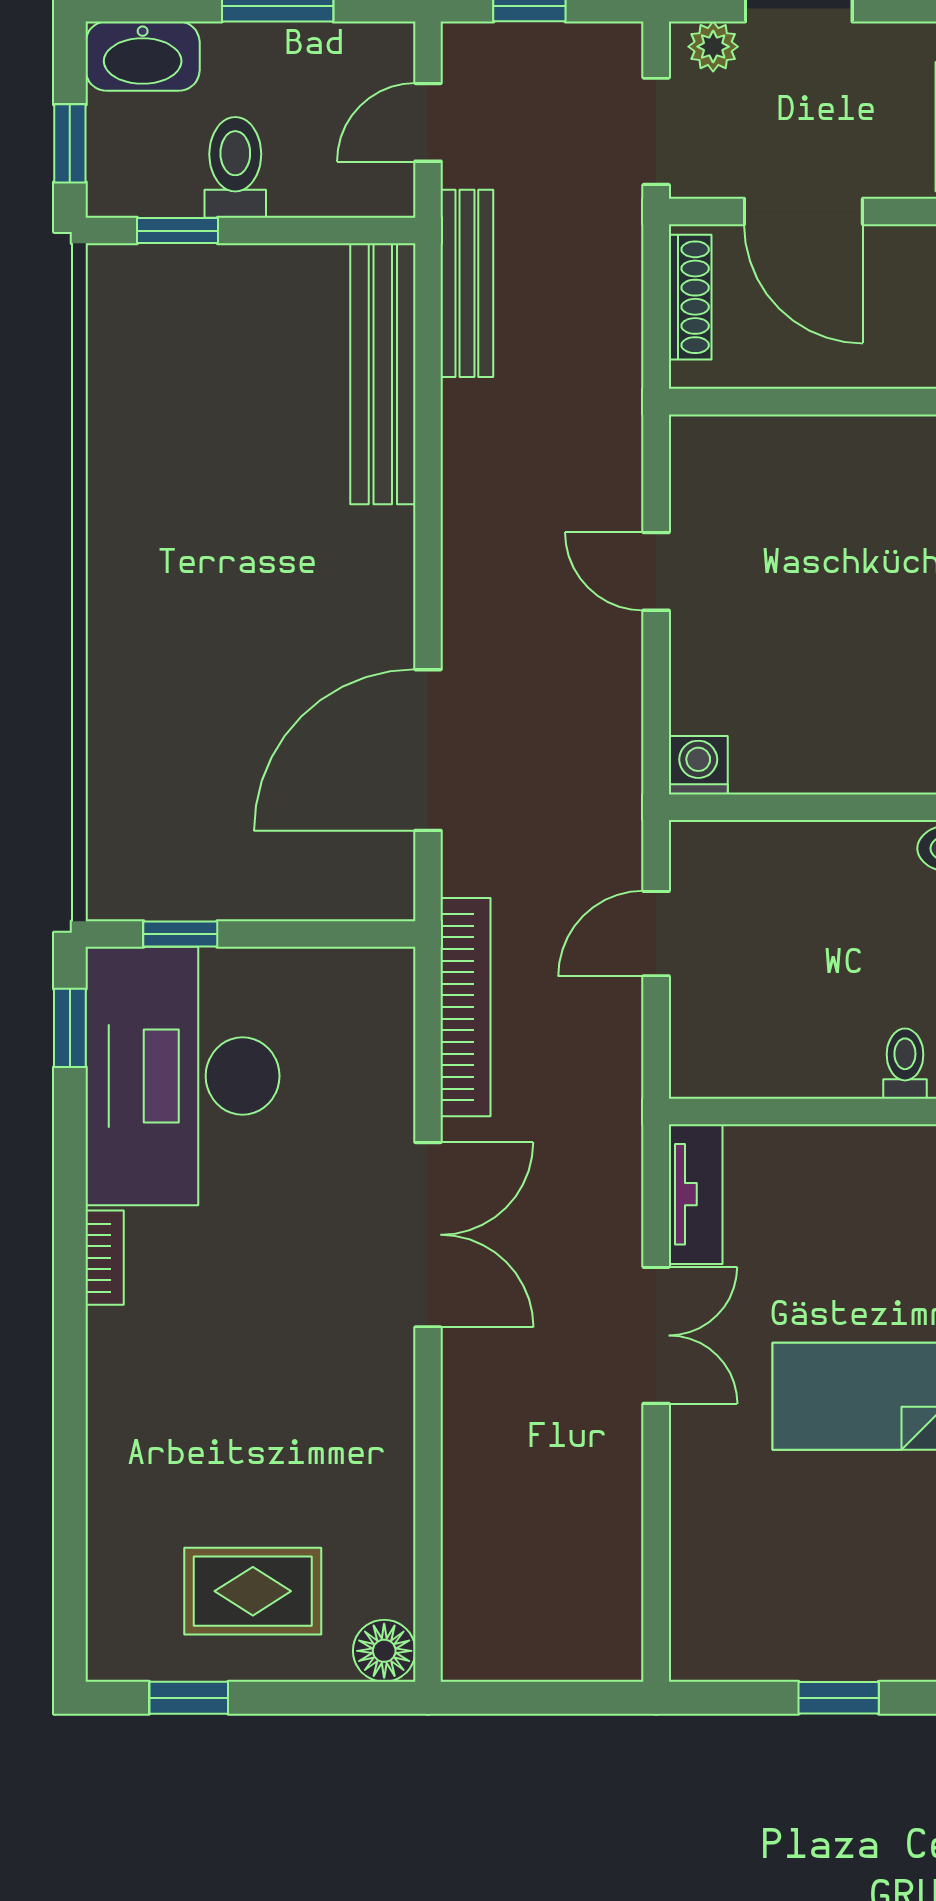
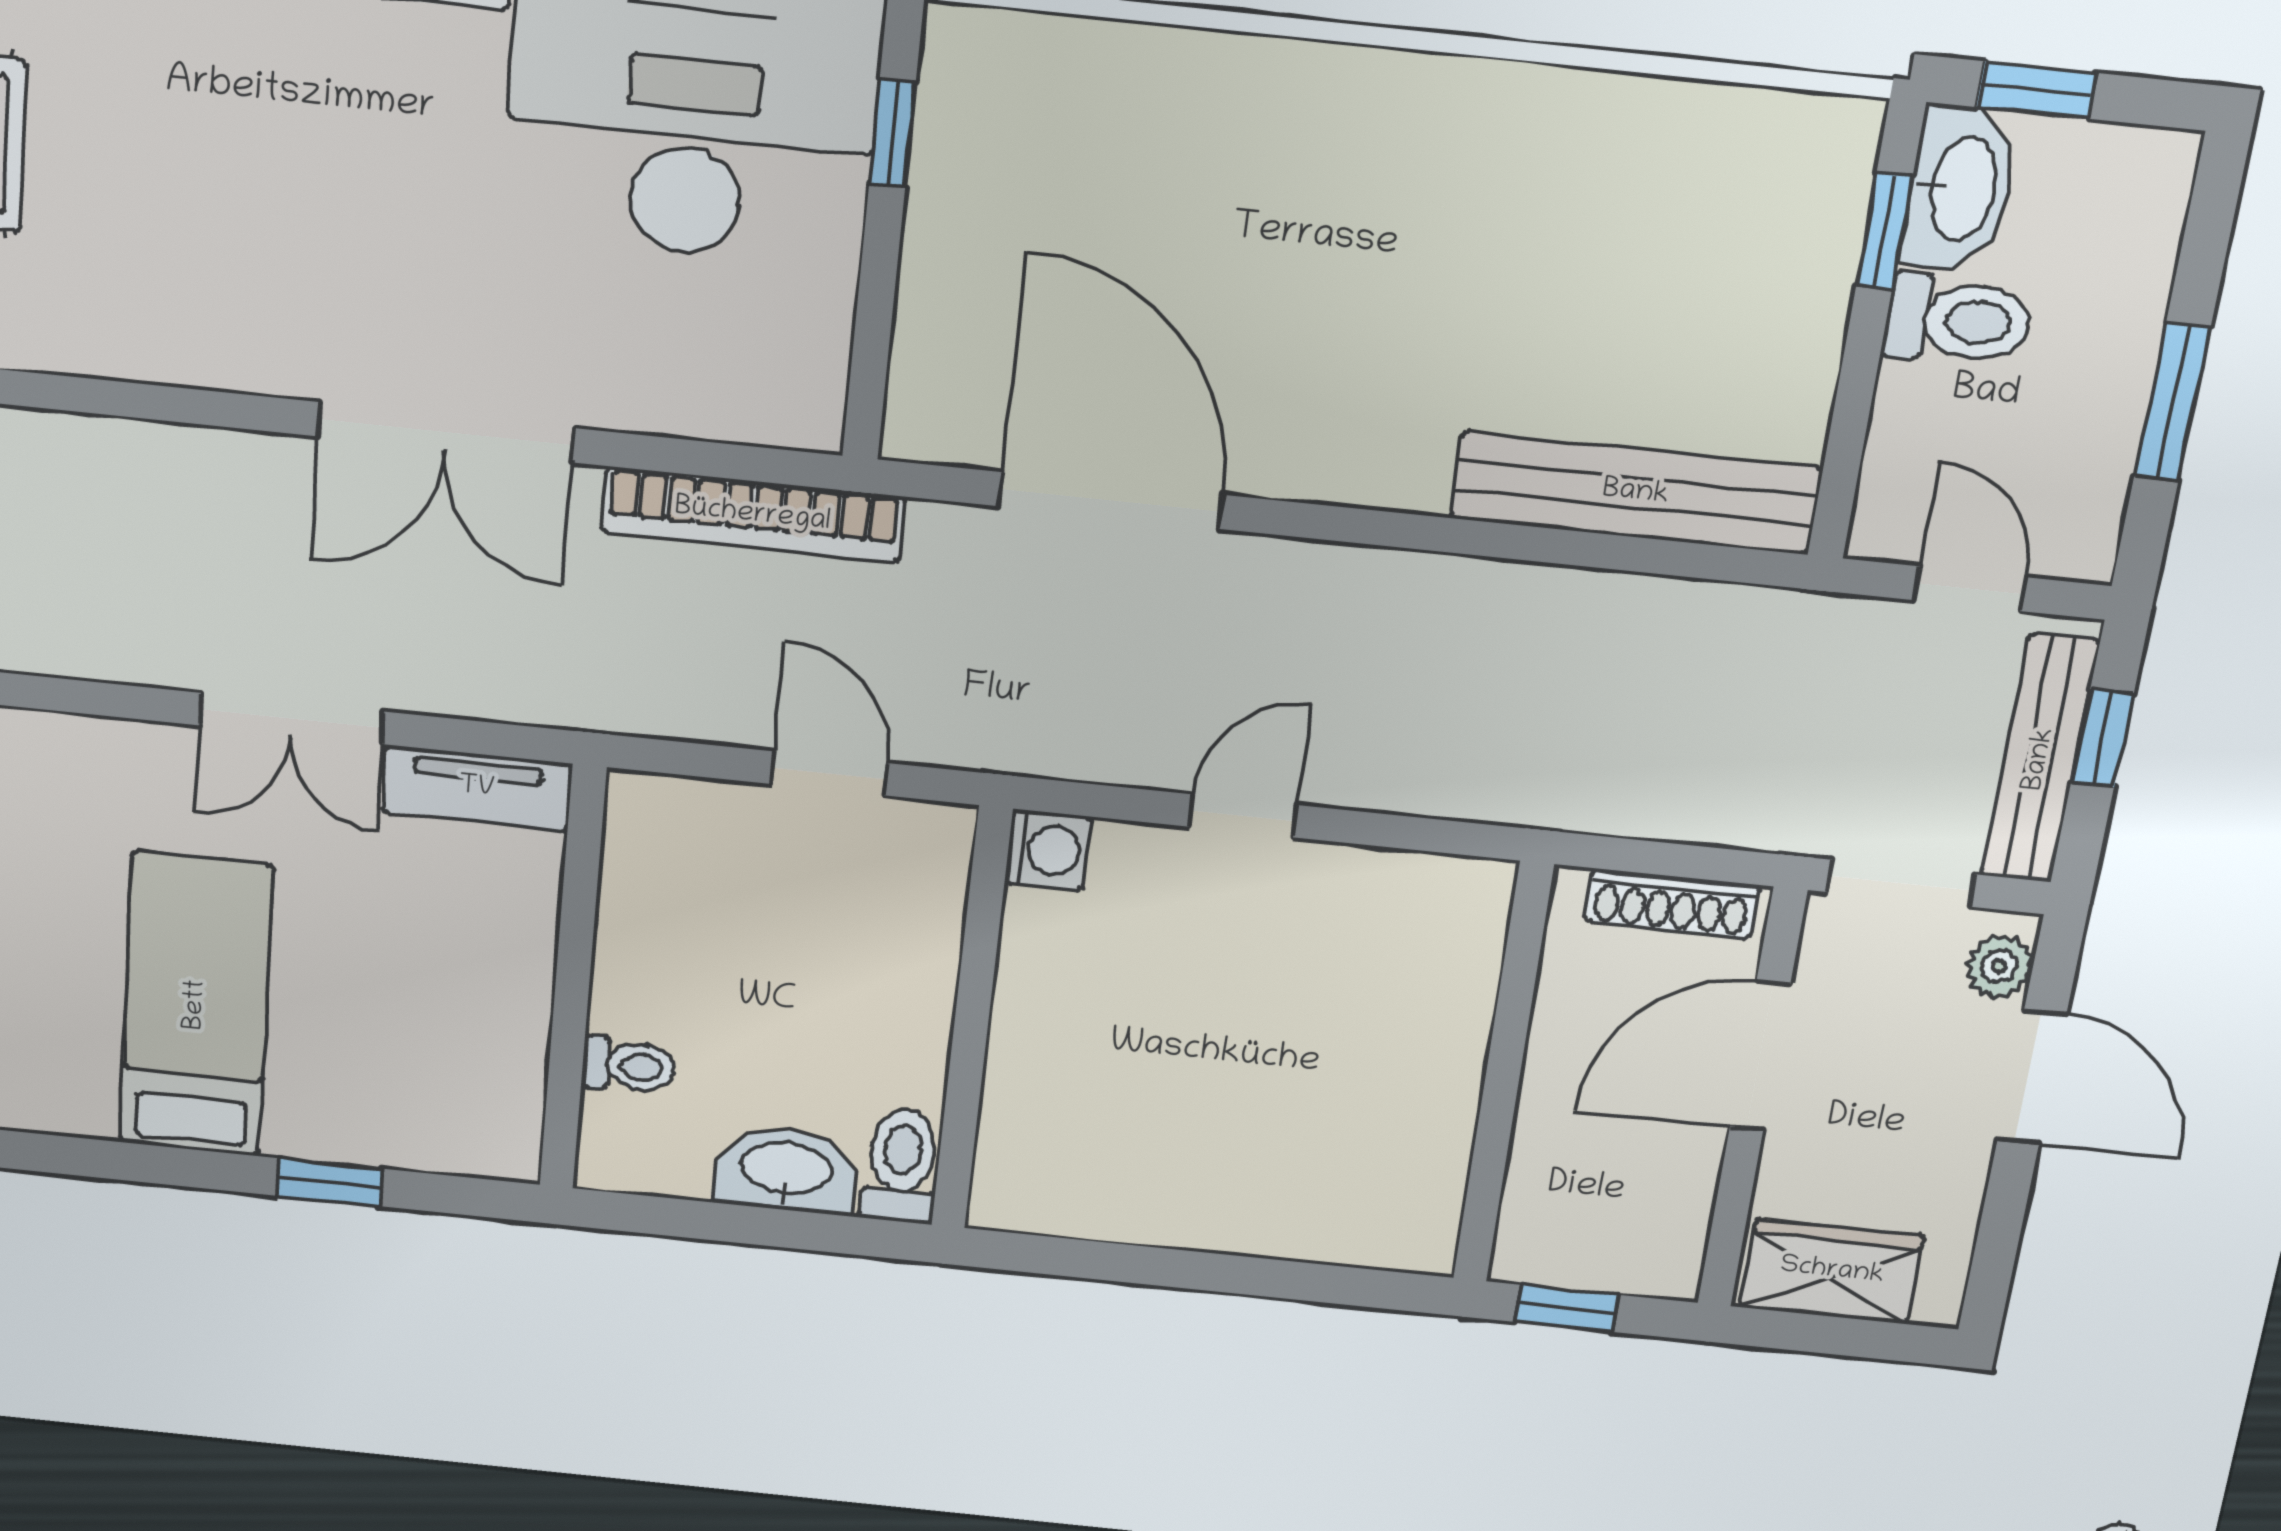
washbasin: (143, 56) -> (1960, 188), moved, turned 180
bench: (467, 283) -> (2040, 759), moved, turned 90
door: (656, 571) -> (1243, 816), moved

